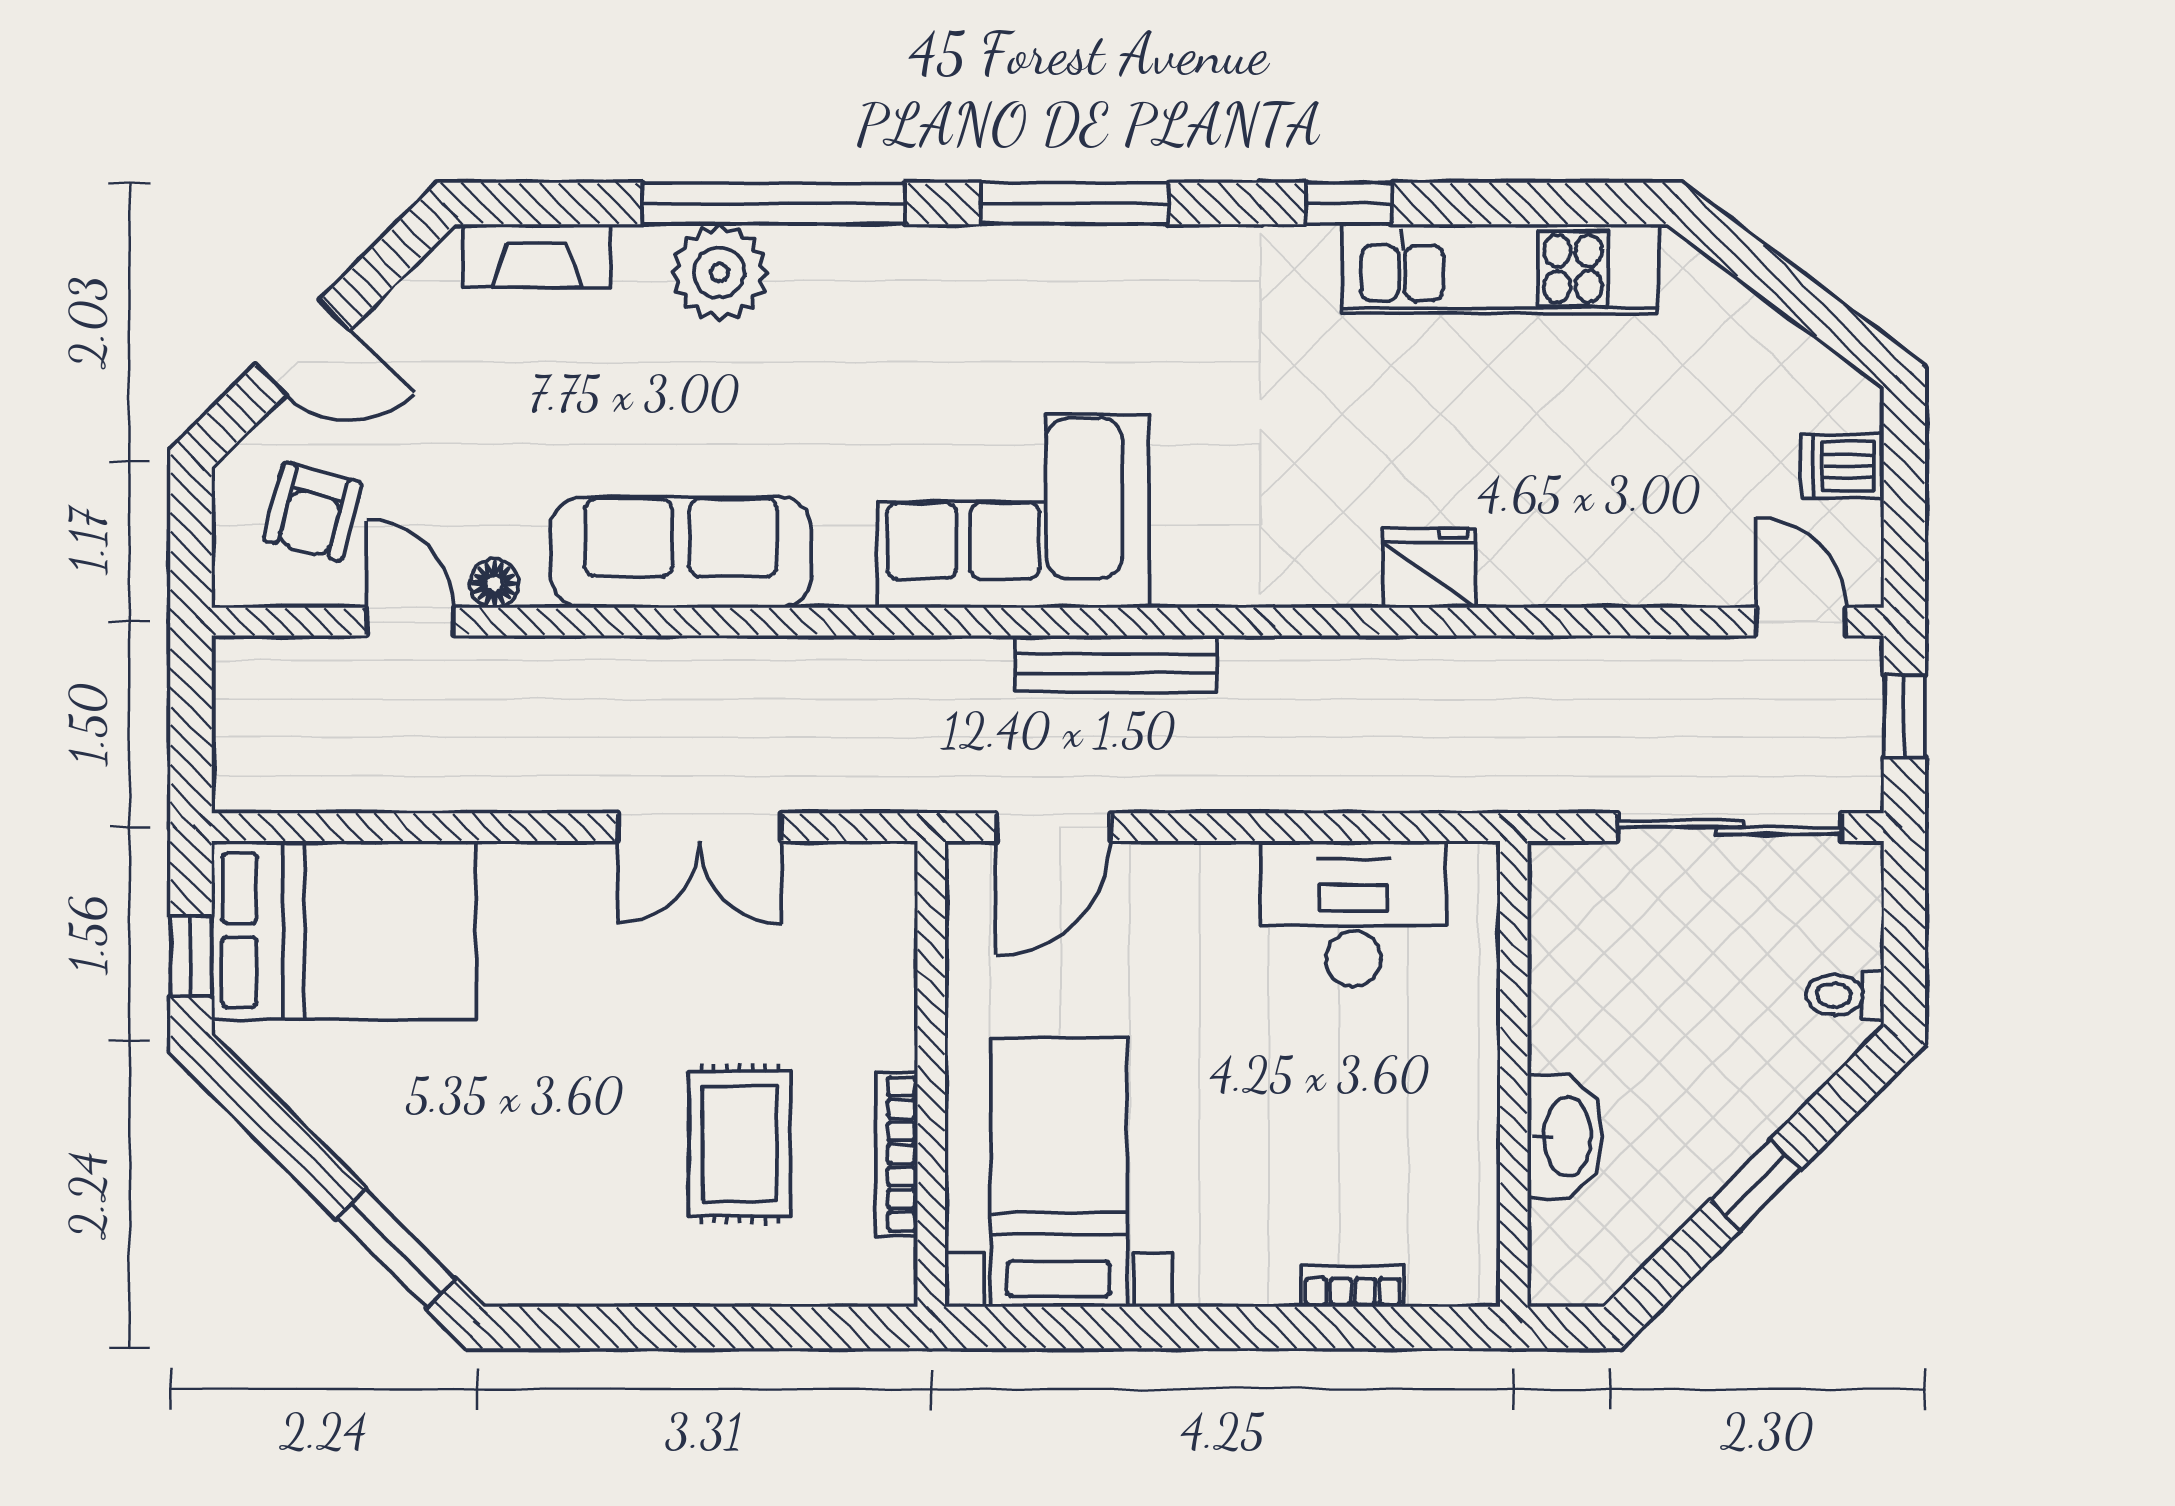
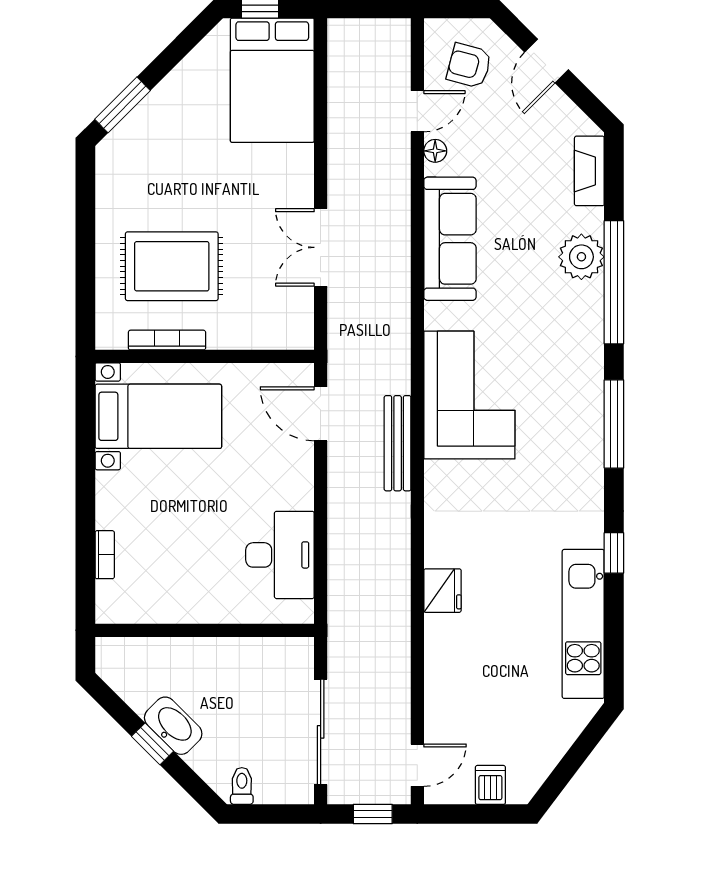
washbasin: (1565, 1137) -> (173, 726), moved, turned -135
rug: (739, 1144) -> (172, 266), width x1.36, depth x1.43

